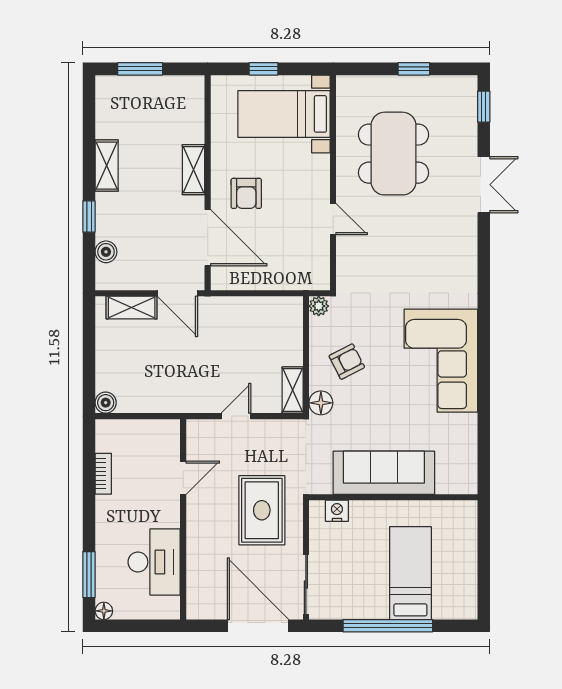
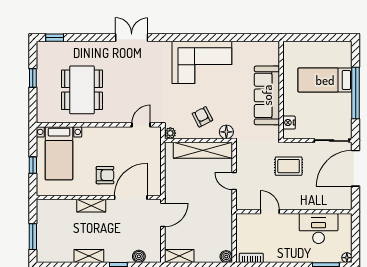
dining table: (394, 154) -> (82, 90), turned 90
double door: (484, 185) -> (132, 38), moved
door: (333, 219) -> (141, 125), moved
shelving: (132, 308) -> (179, 256), moved, turned 90
shelving: (293, 390) -> (203, 150), width x2.20, depth x1.33
bookcase: (103, 474) -> (251, 258), moved
rug: (262, 510) -> (289, 166), width x0.73, depth x0.70

